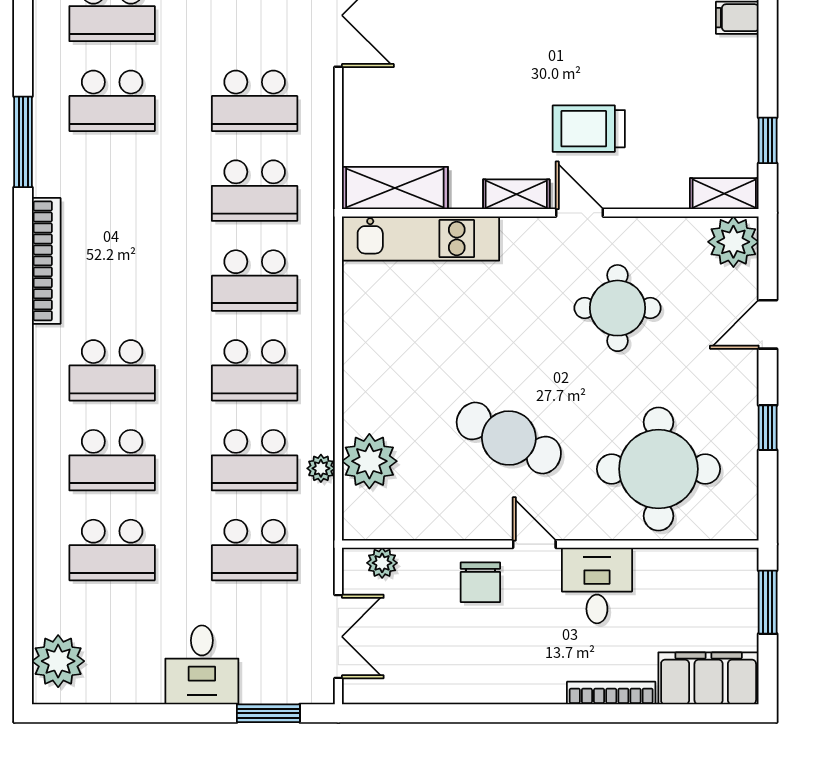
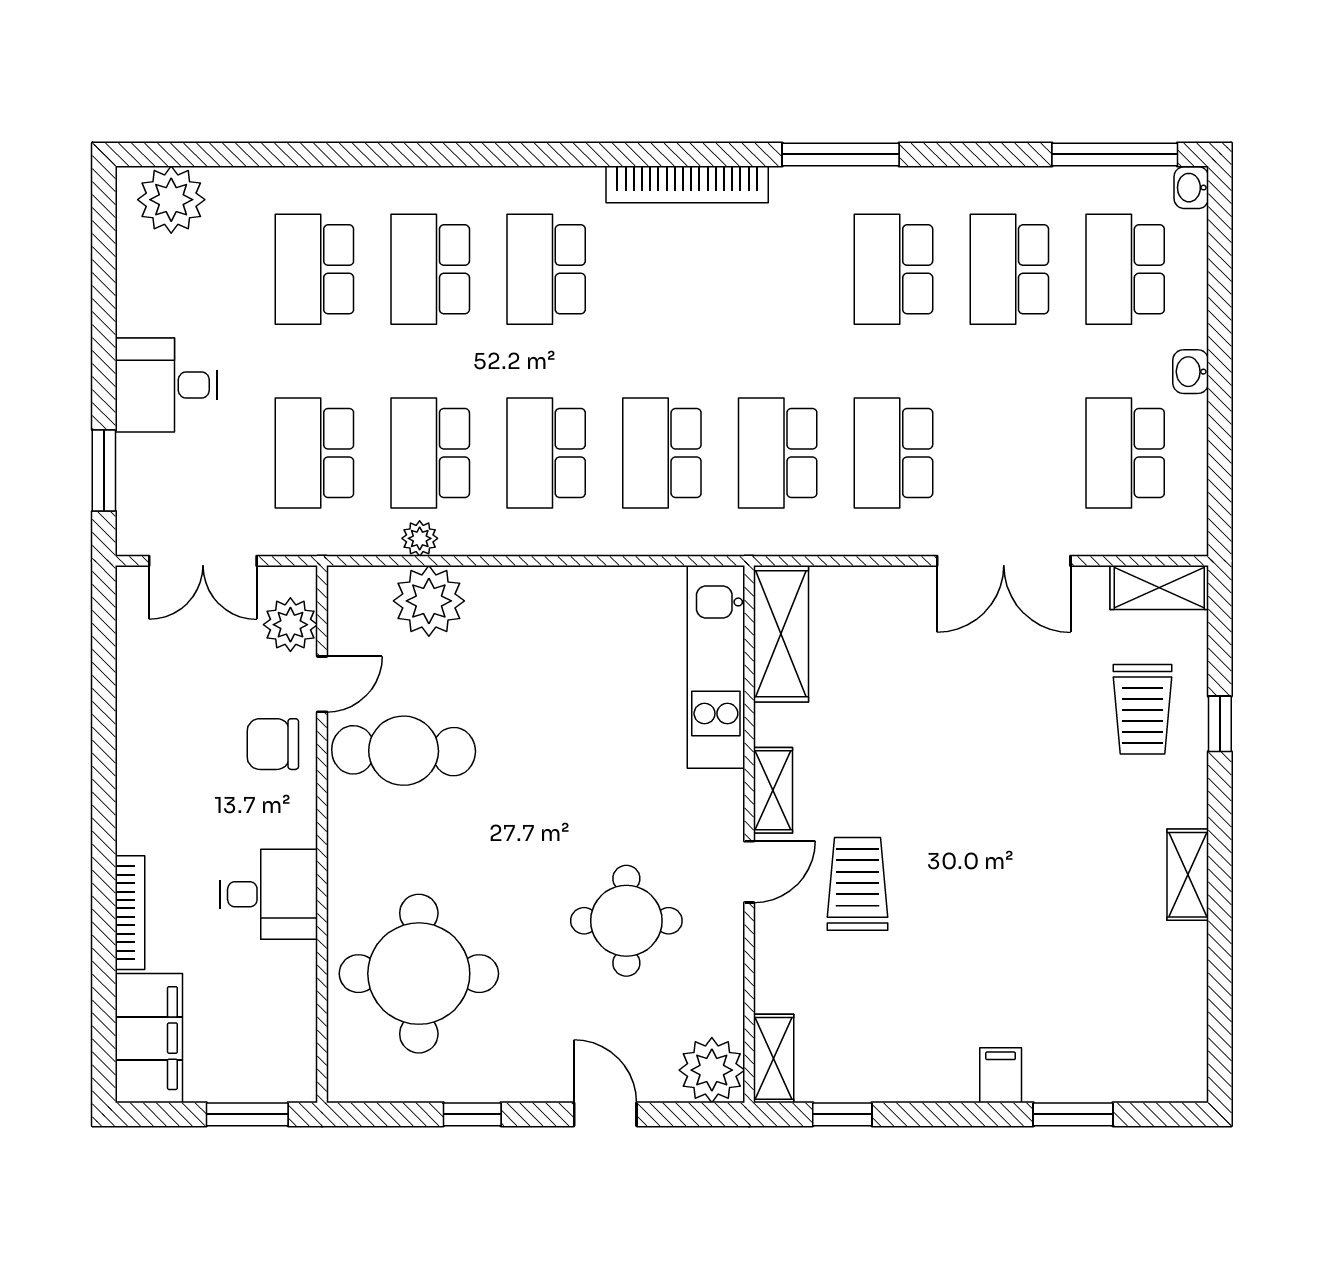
cafe table: (509, 438) -> (404, 751), moved, turned 65
door: (534, 544) -> (322, 684), moved
plant: (382, 563) -> (290, 625), width x1.38, depth x1.38

